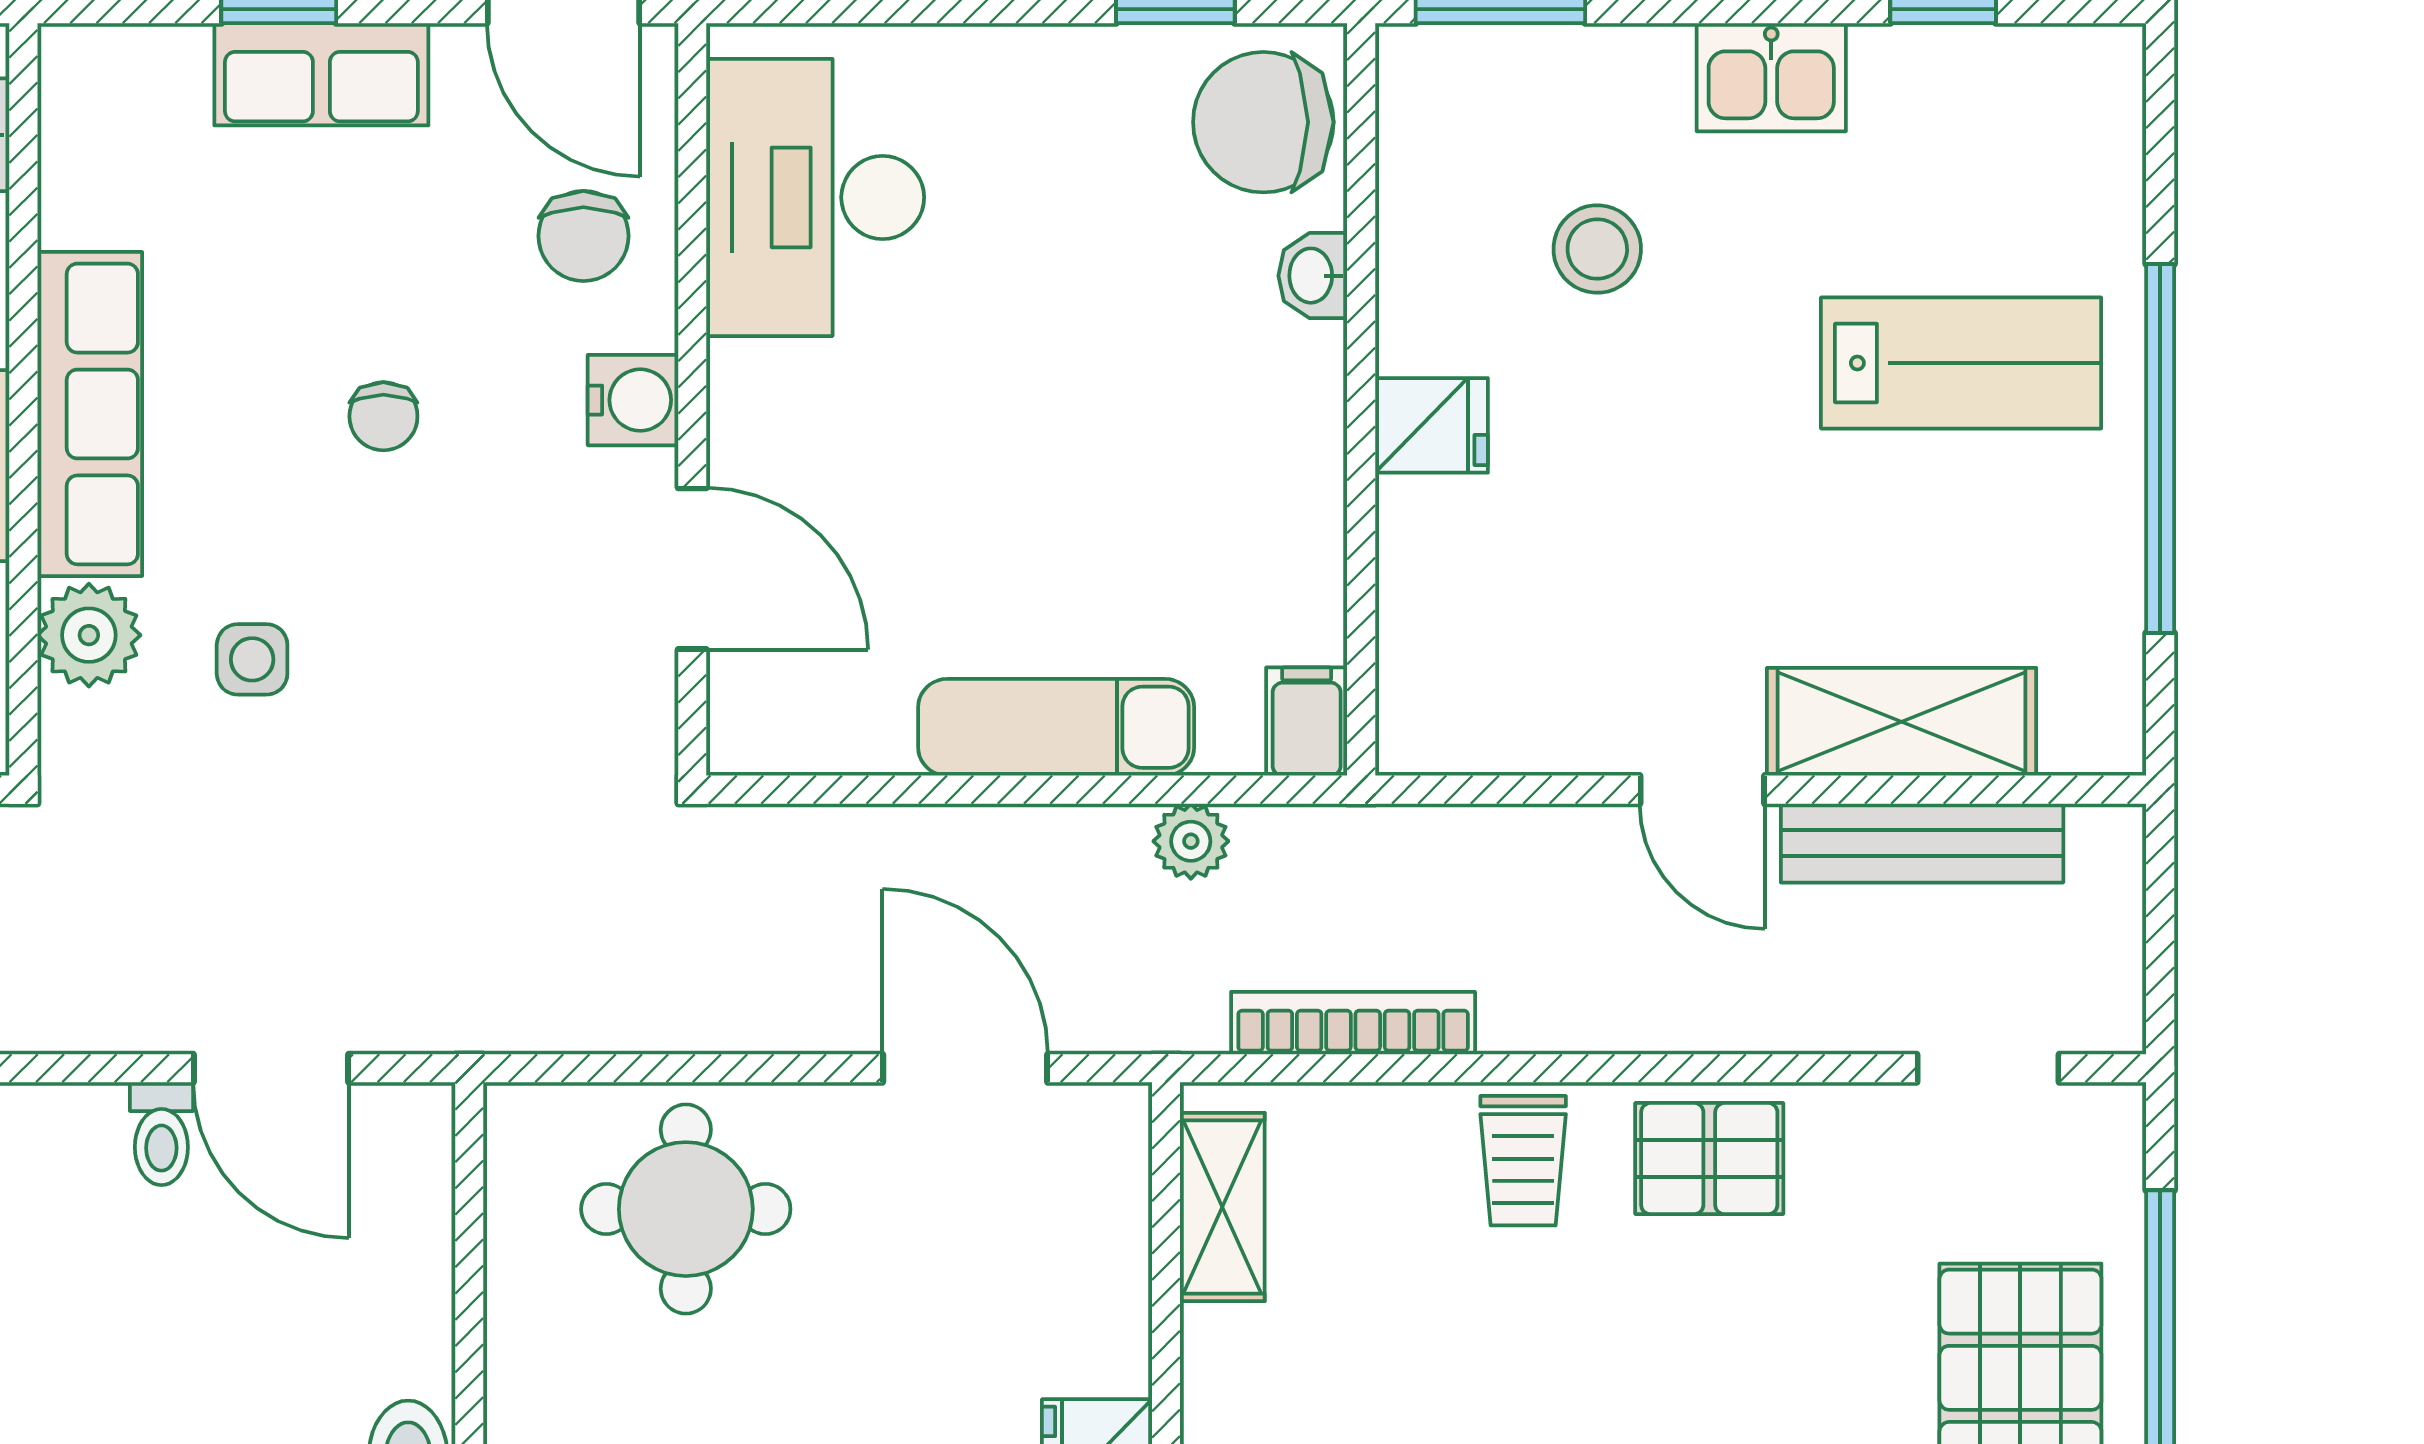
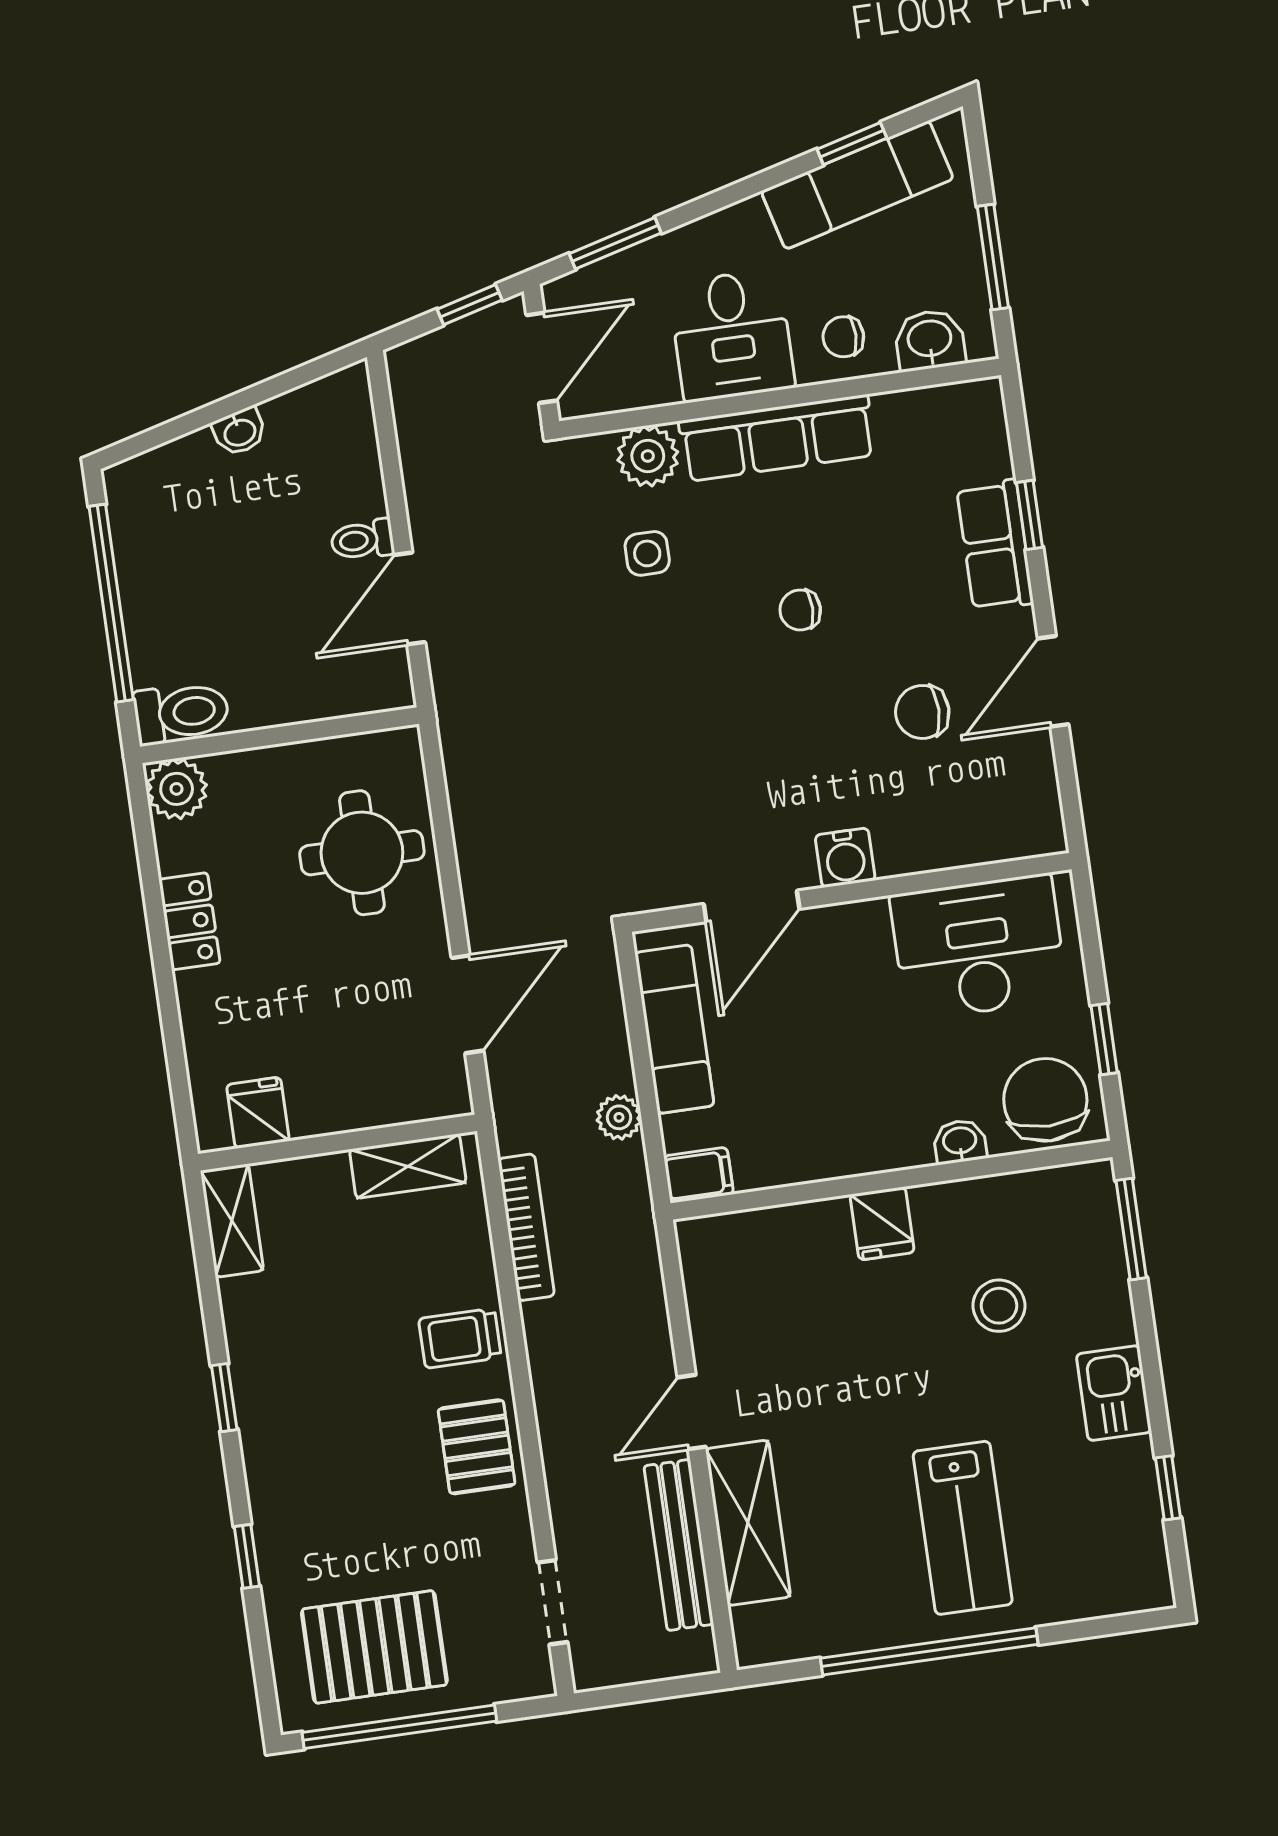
desk: (815, 197) -> (979, 947), moved
wall: (692, 399) -> (850, 892), moved
water cooler: (633, 400) -> (845, 858), moved
door: (692, 569) -> (752, 906), moved

